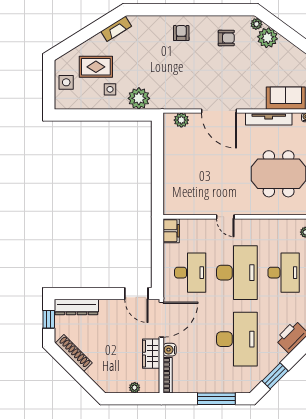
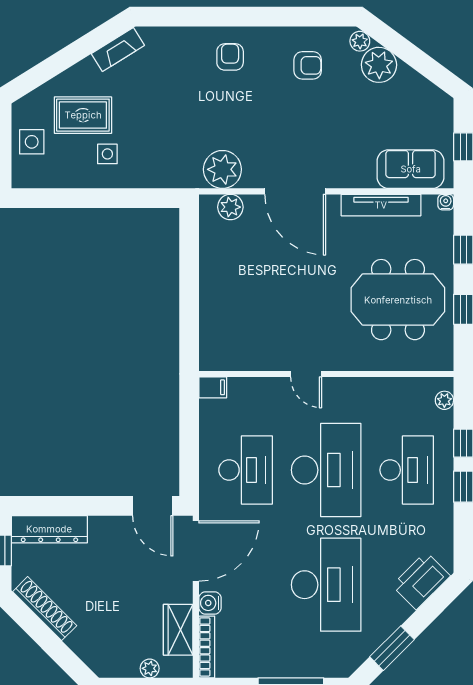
plant: (139, 98) -> (222, 169), moved
filing cabinet: (171, 231) -> (213, 387), width x0.50
wardrobe: (151, 354) -> (178, 630), moved

